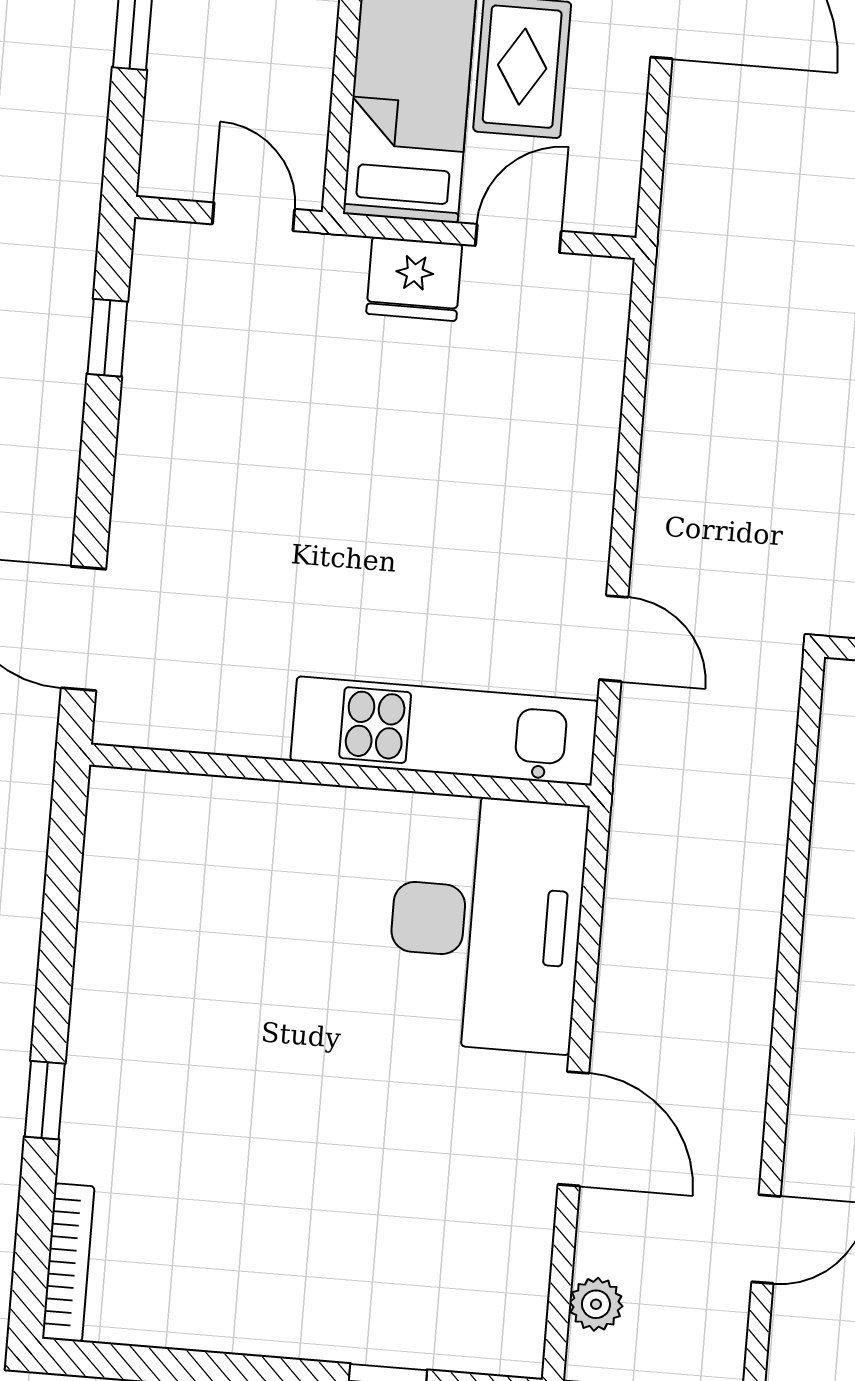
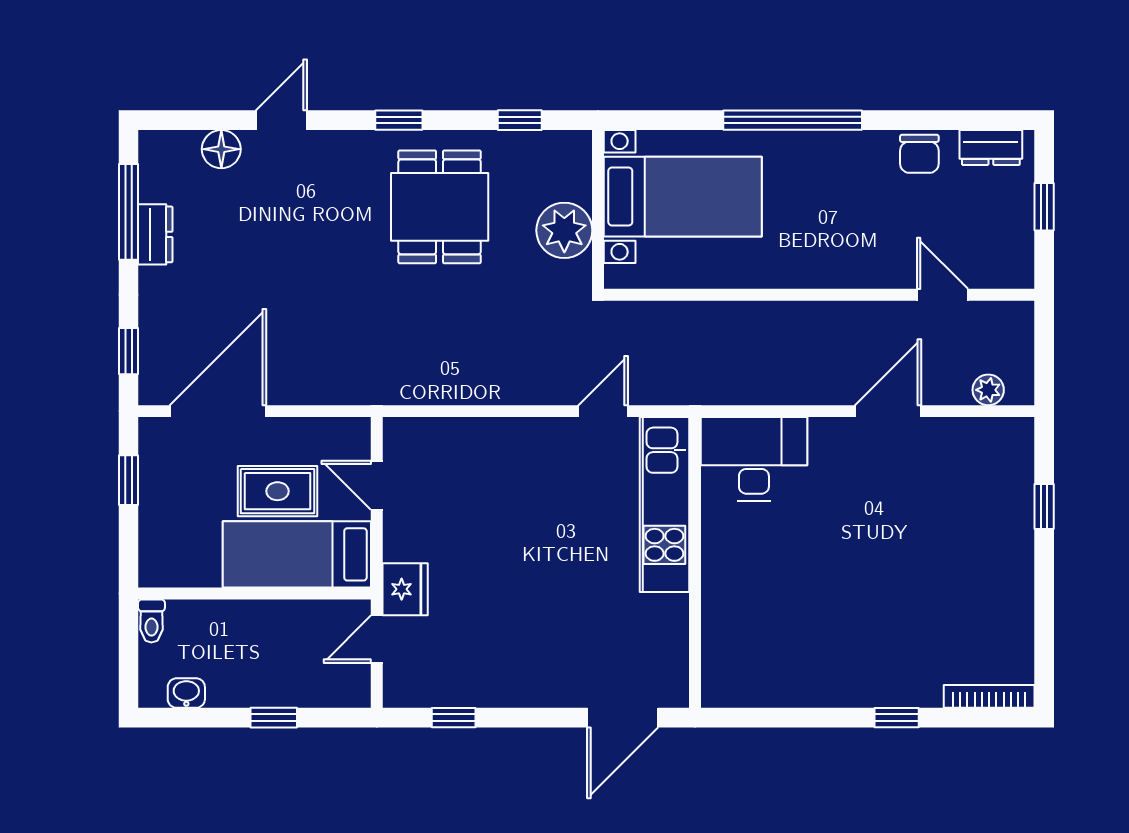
fridge: (414, 279) -> (405, 589), moved
desk: (486, 923) -> (754, 459), width x0.73, depth x0.77

